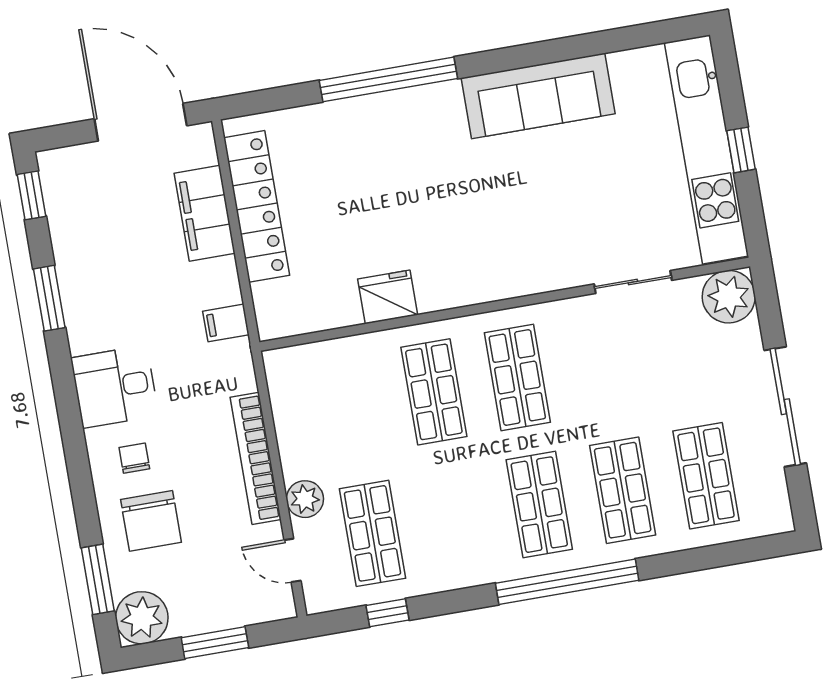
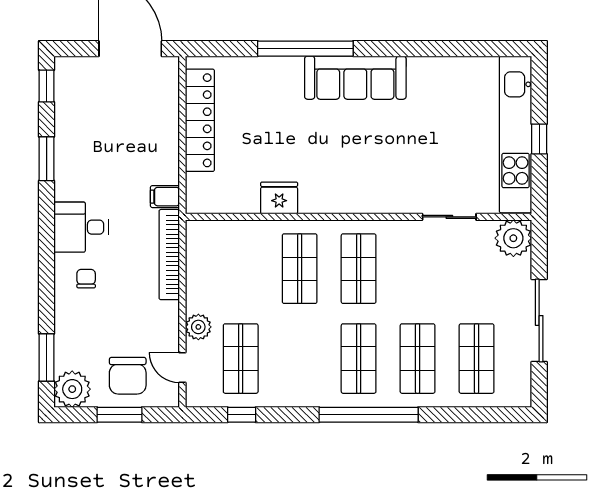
sofa: (538, 96) -> (355, 78), moved
filing cabinet: (205, 213) -> (163, 119), removed
bookcase: (256, 458) -> (169, 255), moved
chair: (151, 521) -> (128, 376), moved

